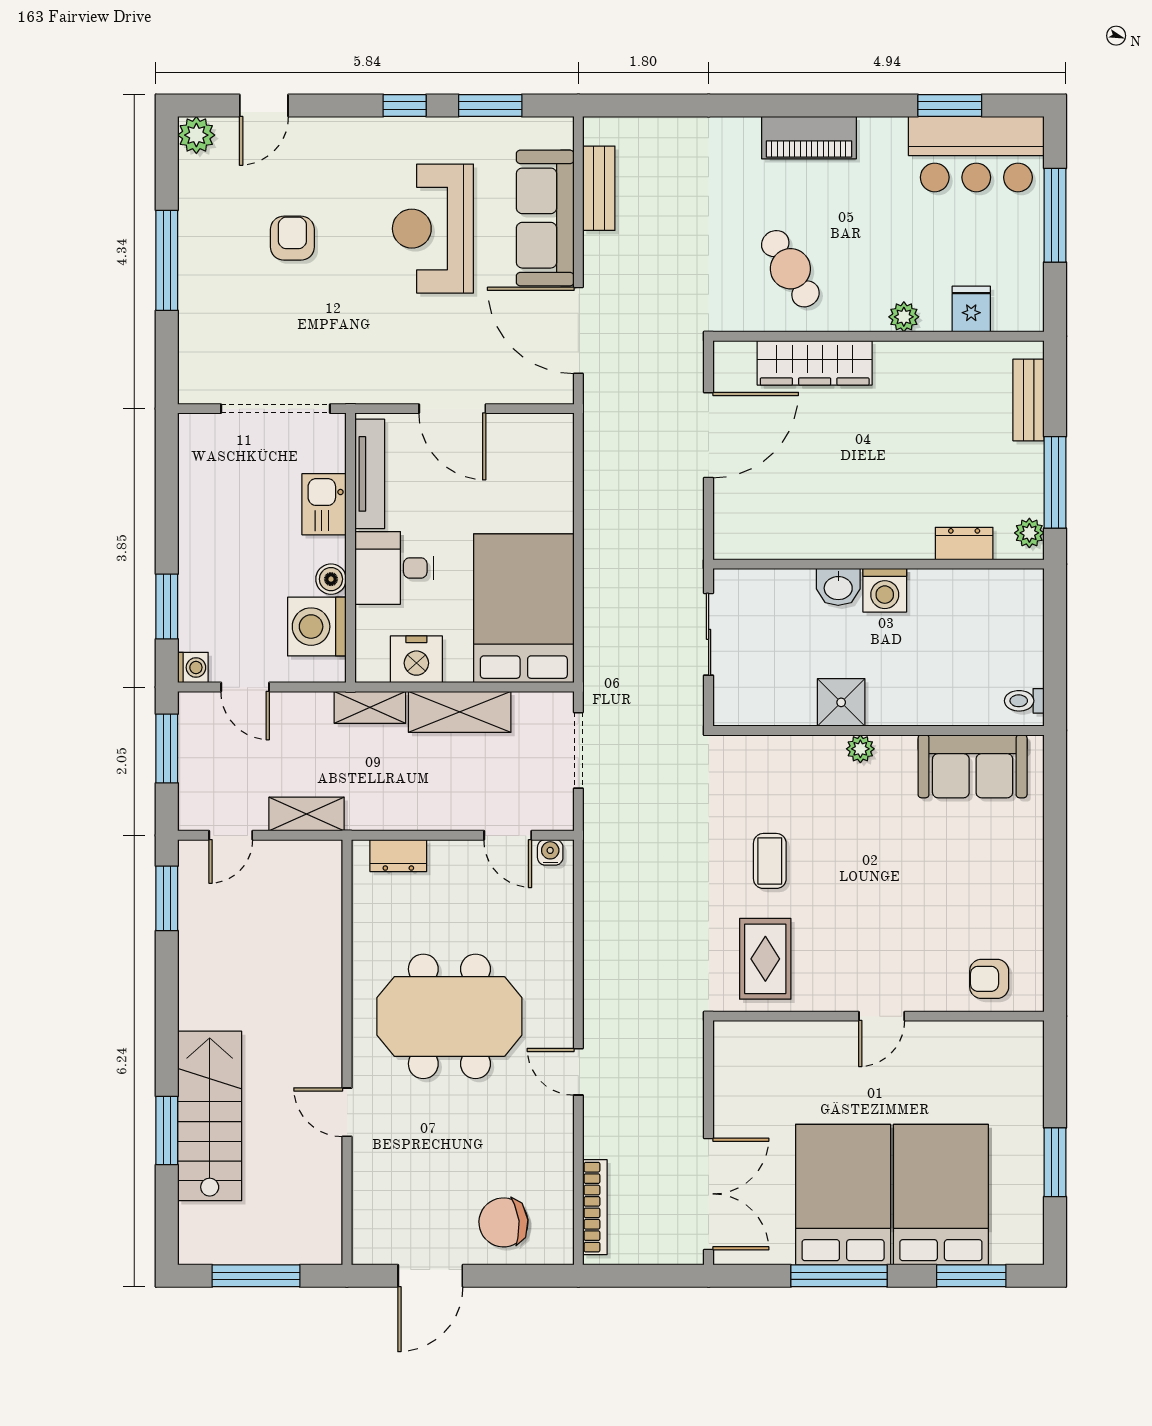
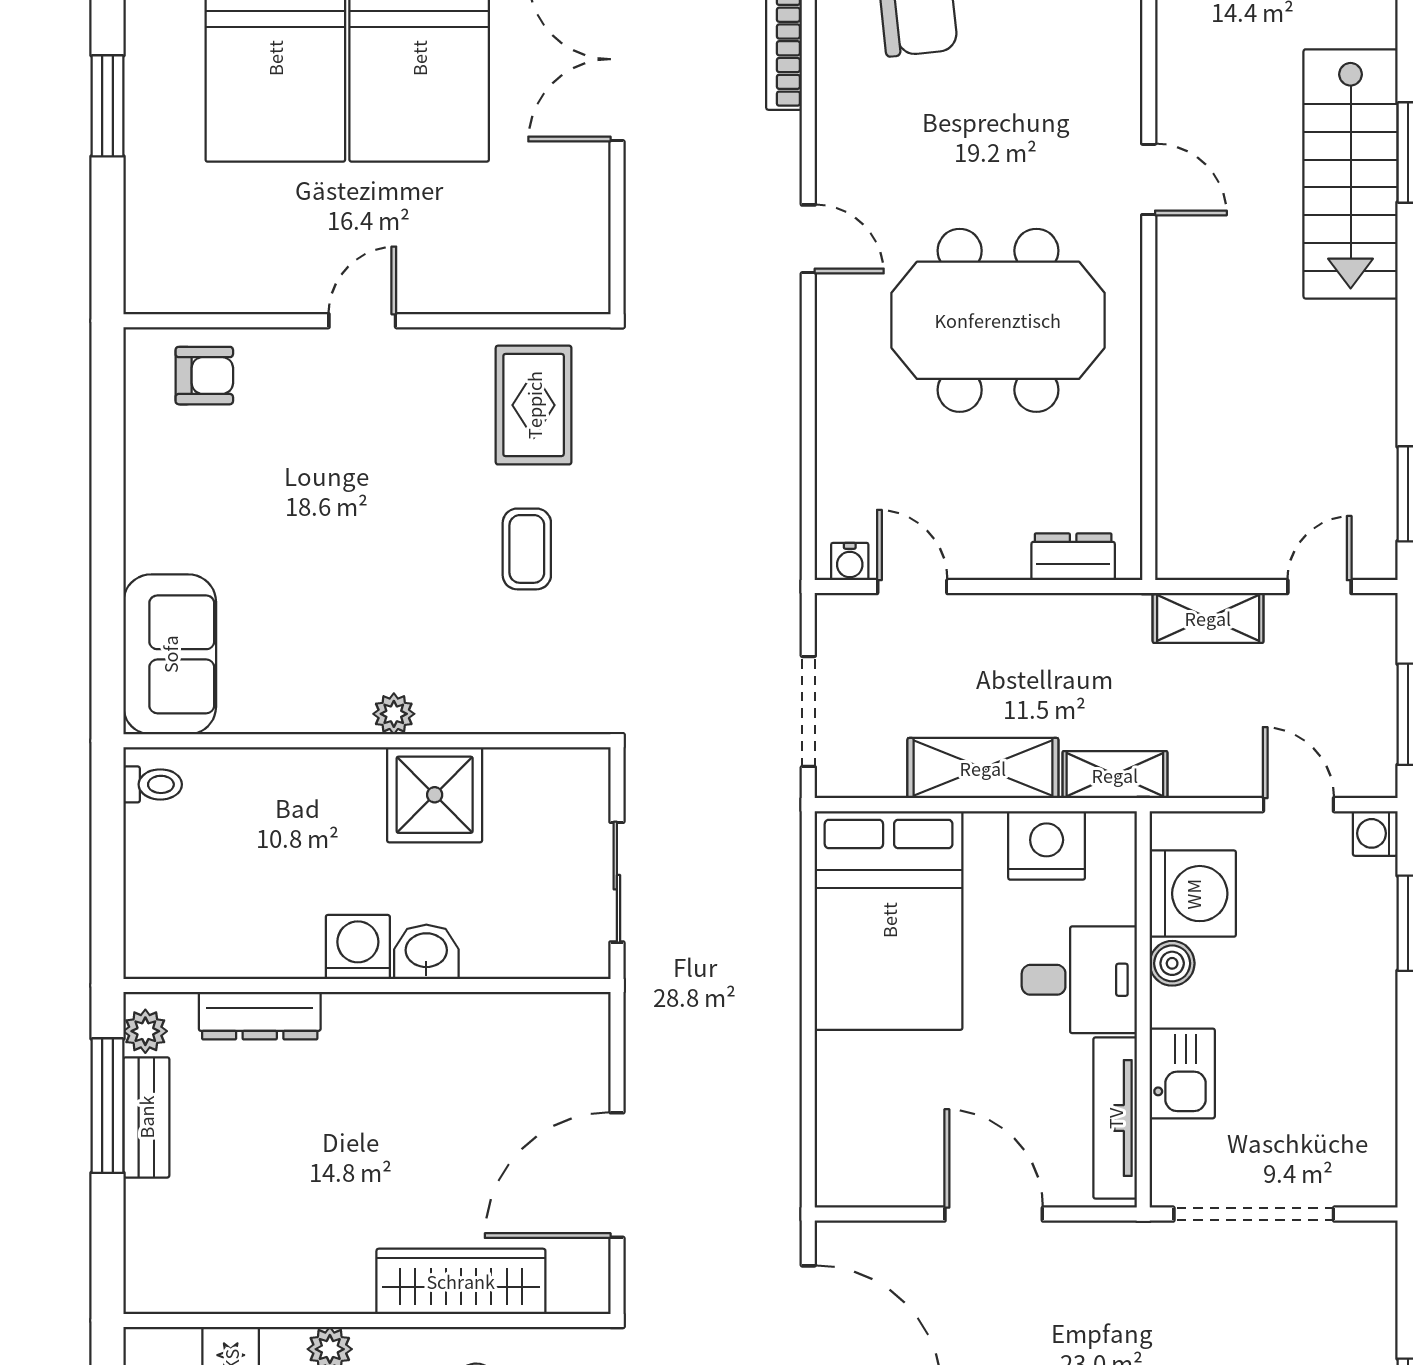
bench: (1029, 400) -> (146, 1117), moved
dresser: (964, 544) -> (260, 1016), width x1.44
shower: (841, 702) -> (435, 795), width x1.36, depth x1.36
sofa: (973, 766) -> (170, 654), moved, turned 90

